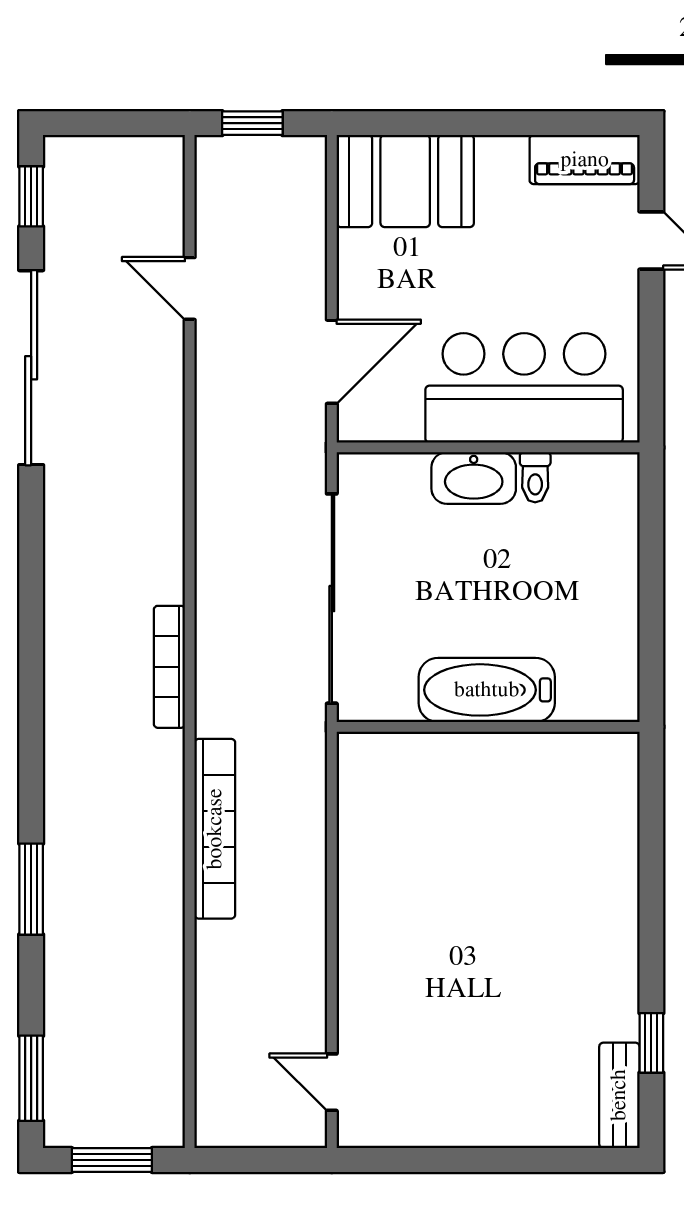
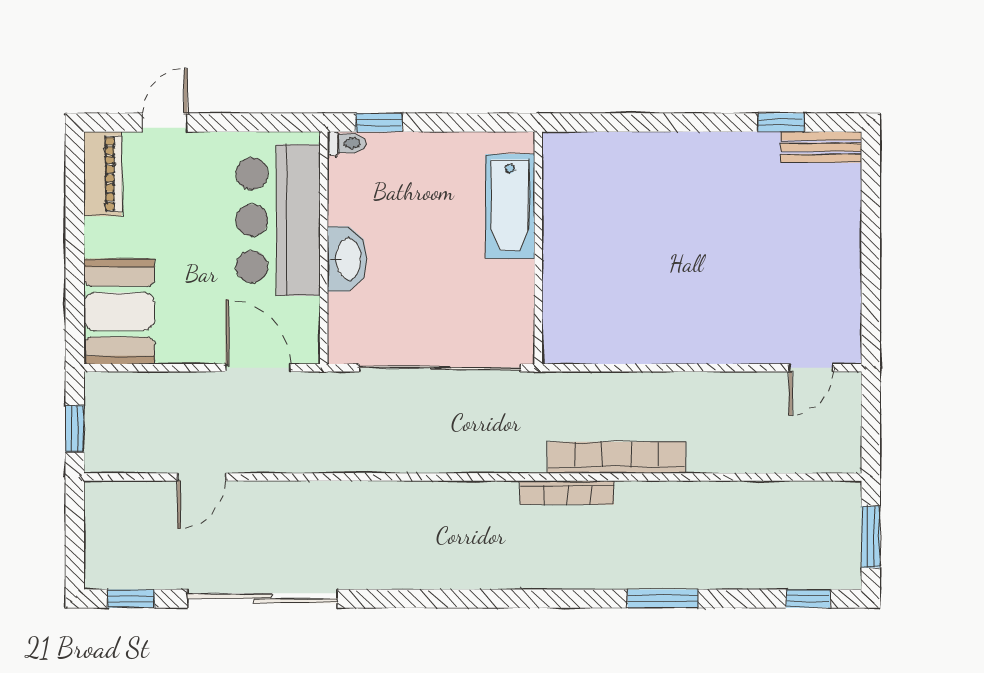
toilet: (535, 477) -> (347, 143), moved
window: (651, 519) -> (379, 123), added
bookcase: (169, 667) -> (567, 493), moved
bathtub: (487, 690) -> (510, 206), moved
window: (31, 1078) -> (808, 599), width x0.67

